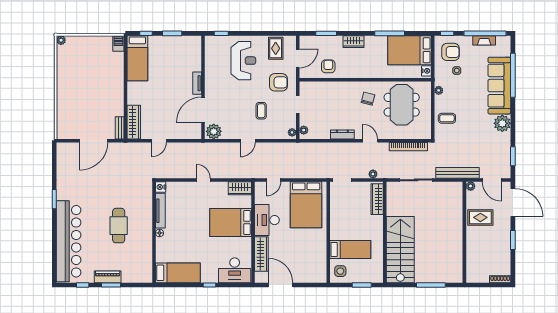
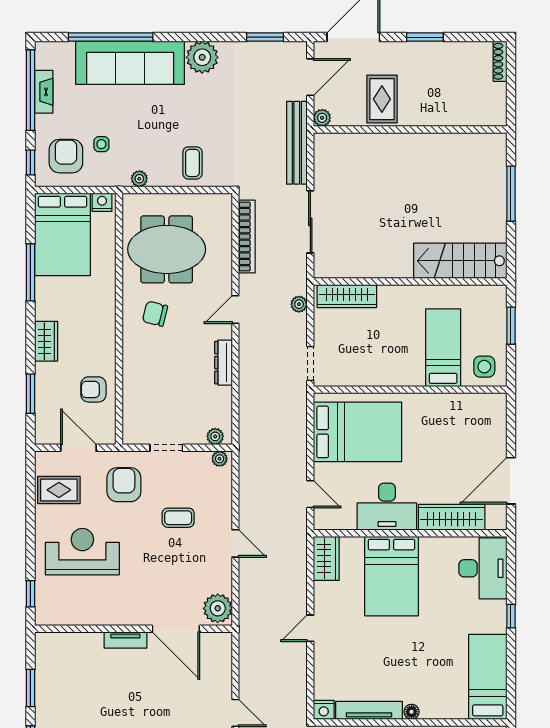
stairs: (400, 250) -> (460, 261), width x0.73, depth x0.66

